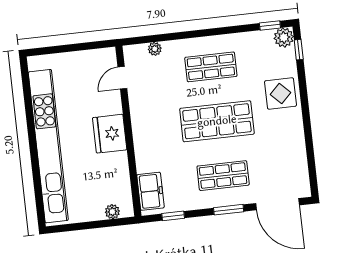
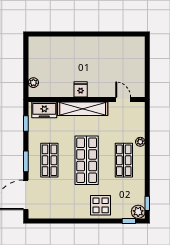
plant: (155, 49) -> (140, 142), moved
fridge: (110, 134) -> (81, 89), width x0.53, depth x0.75
shelving: (142, 135) -> (83, 109), added
kitchen unit: (48, 146) -> (83, 44), removed

